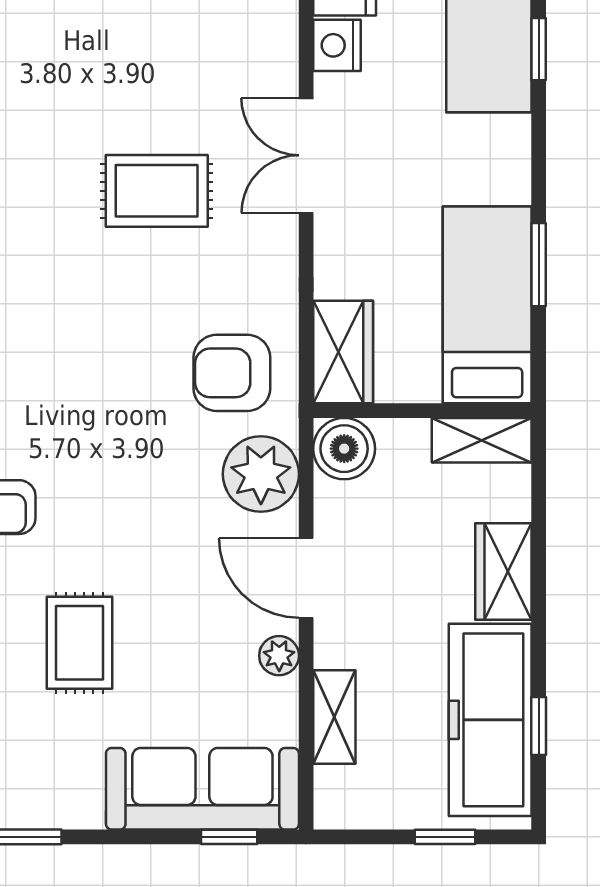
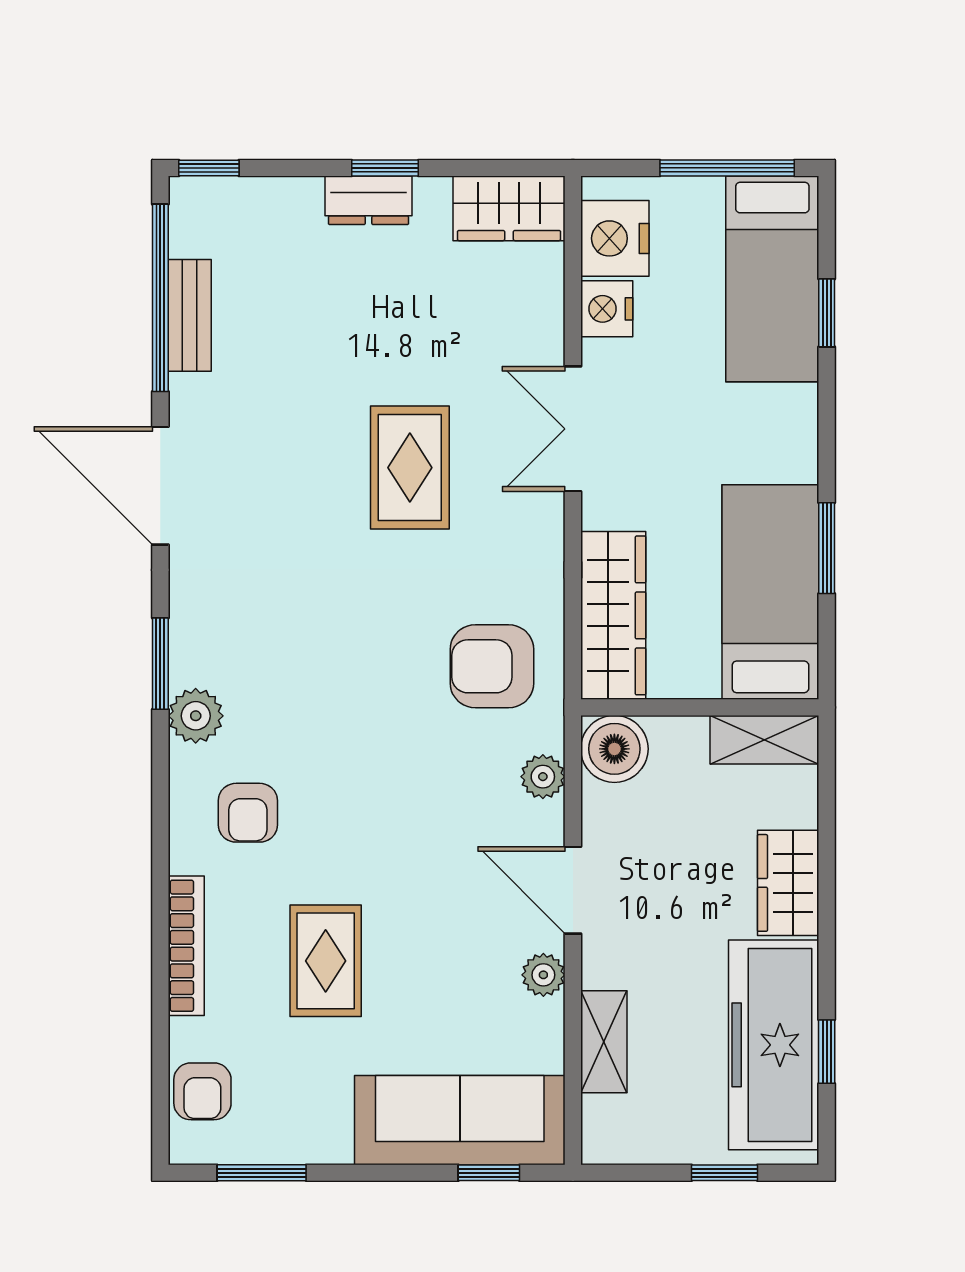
rug: (157, 191) -> (410, 468), turned 90
wardrobe: (343, 352) -> (613, 615), width x1.50
plant: (261, 474) -> (543, 777), width x0.53, depth x0.53

